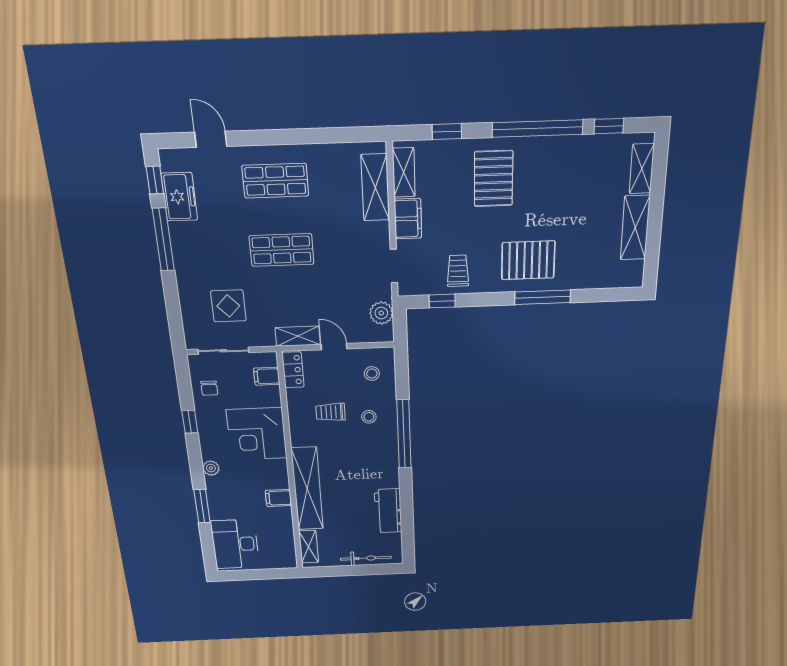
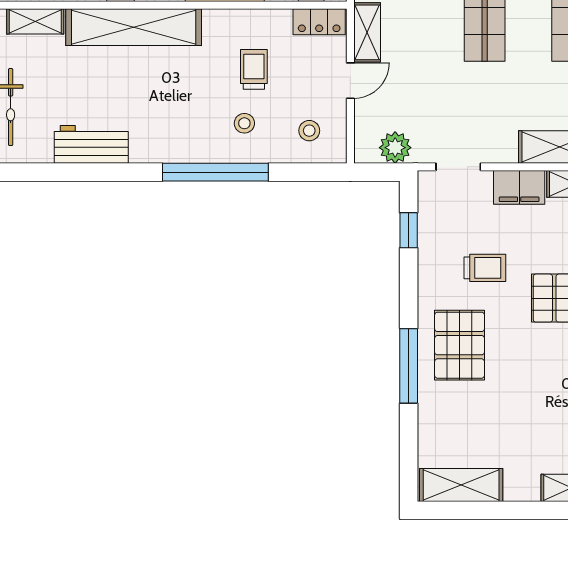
shelving: (635, 228) -> (461, 485), moved
trolley: (458, 271) -> (485, 268), moved

